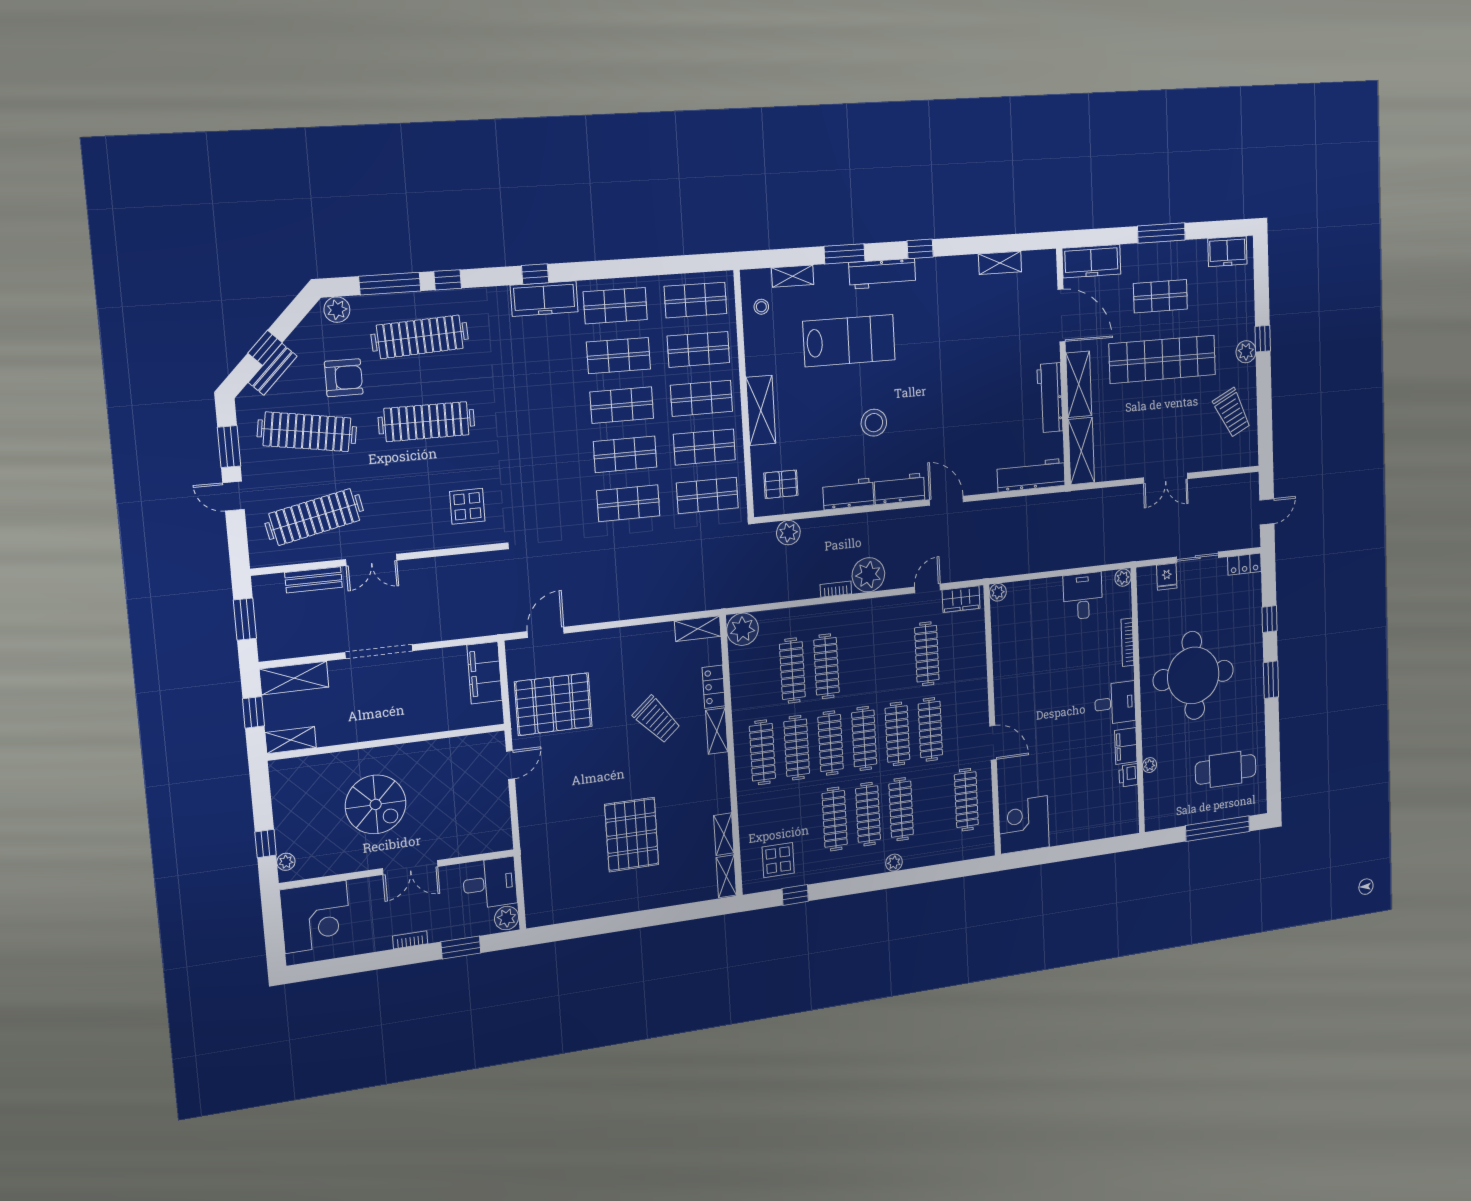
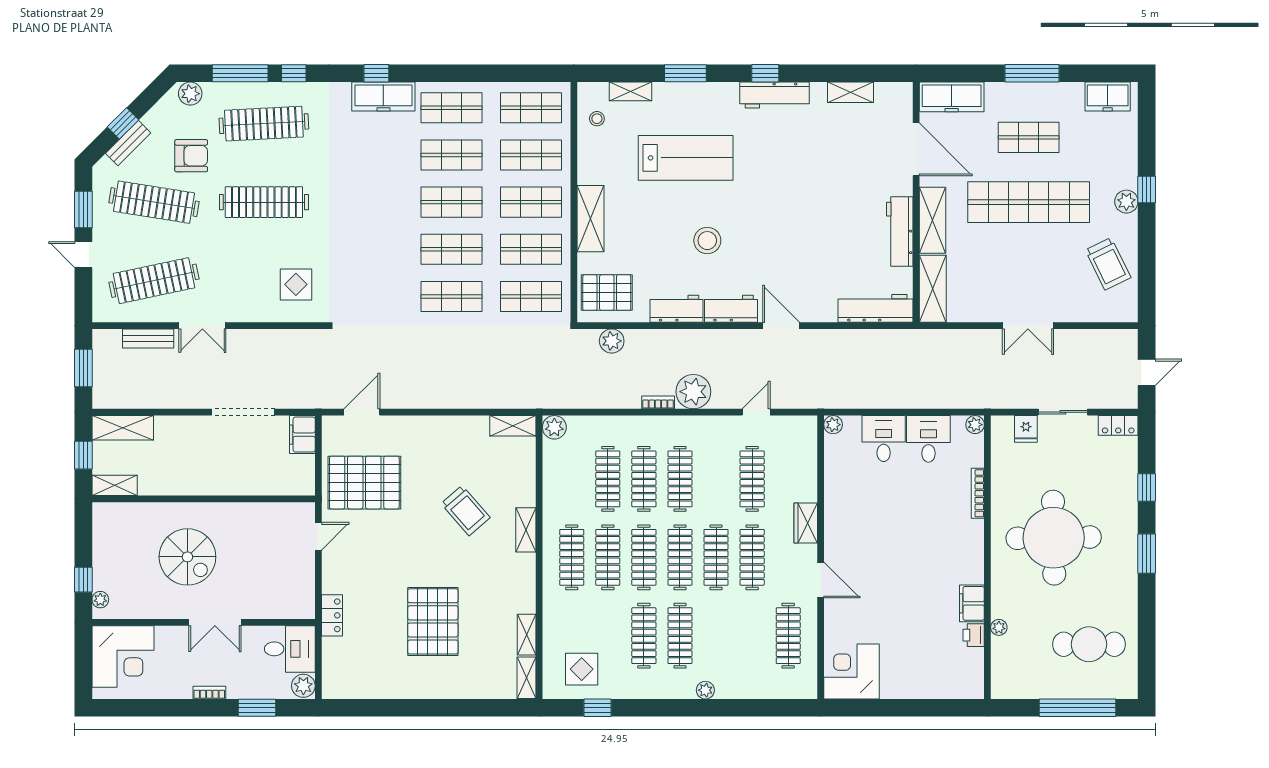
workbench: (882, 274) -> (775, 95), moved
pallet: (781, 484) -> (607, 293), width x1.50, depth x1.42
wardrobe: (961, 599) -> (806, 523), moved, turned 90
plant: (743, 629) -> (554, 427), width x0.73, depth x0.73
doorway: (379, 652) -> (243, 412), moved
filing cabinet: (485, 673) -> (302, 435), width x0.67, depth x0.86
locker: (714, 687) -> (332, 615), moved, turned 180
desk: (1115, 703) -> (884, 439), moved, turned -90
clothes rail: (901, 809) -> (680, 479), moved

